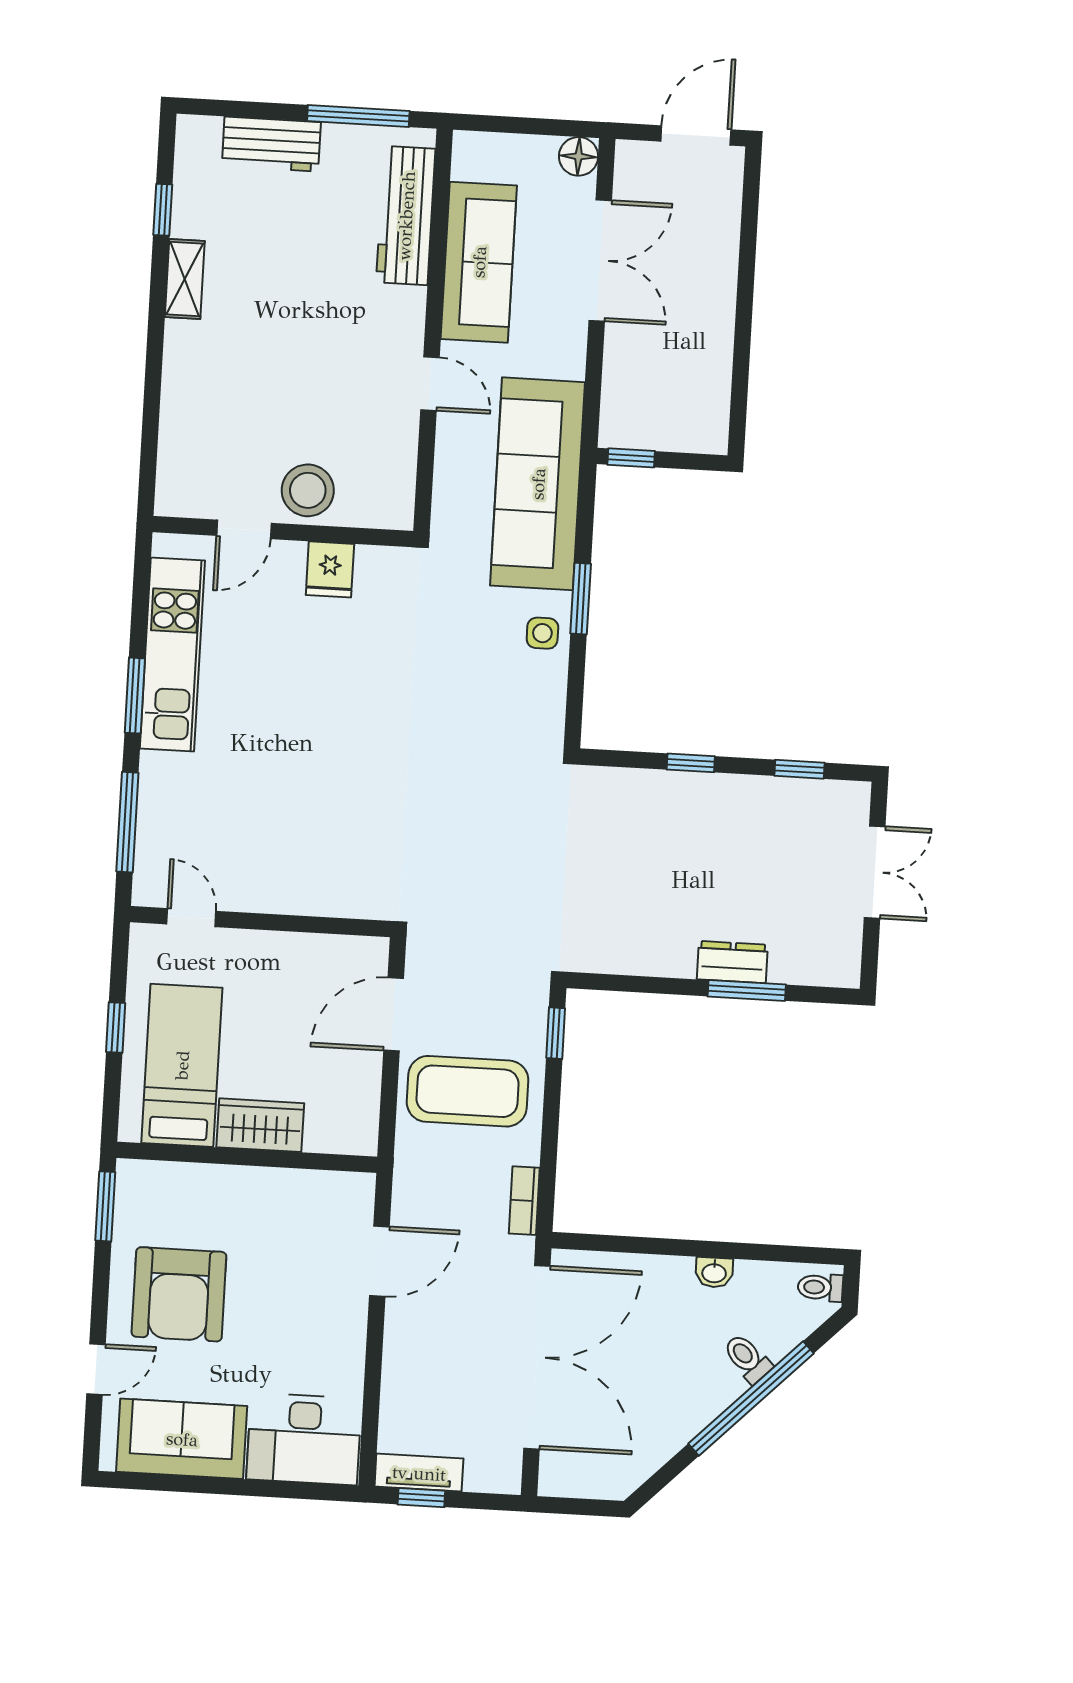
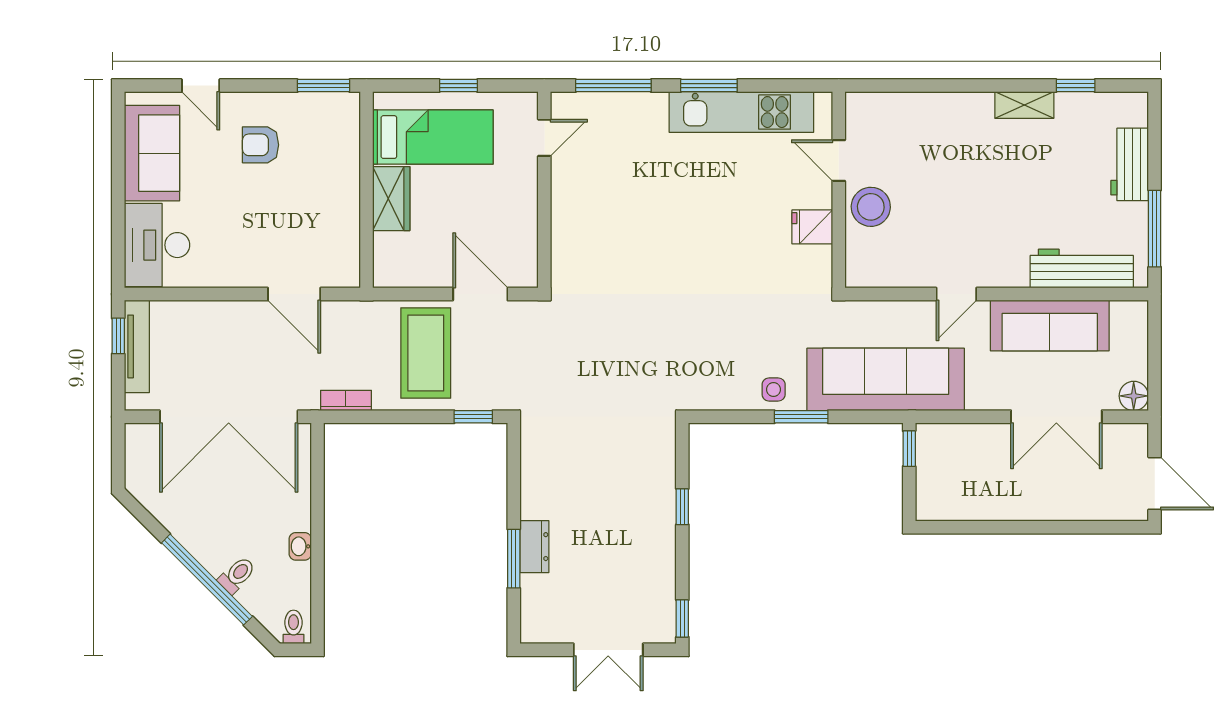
window: (800, 769) -> (682, 619), moved
armchair: (179, 1294) -> (260, 145), width x0.53, depth x0.53
tv unit: (419, 1473) -> (137, 346), width x1.41

